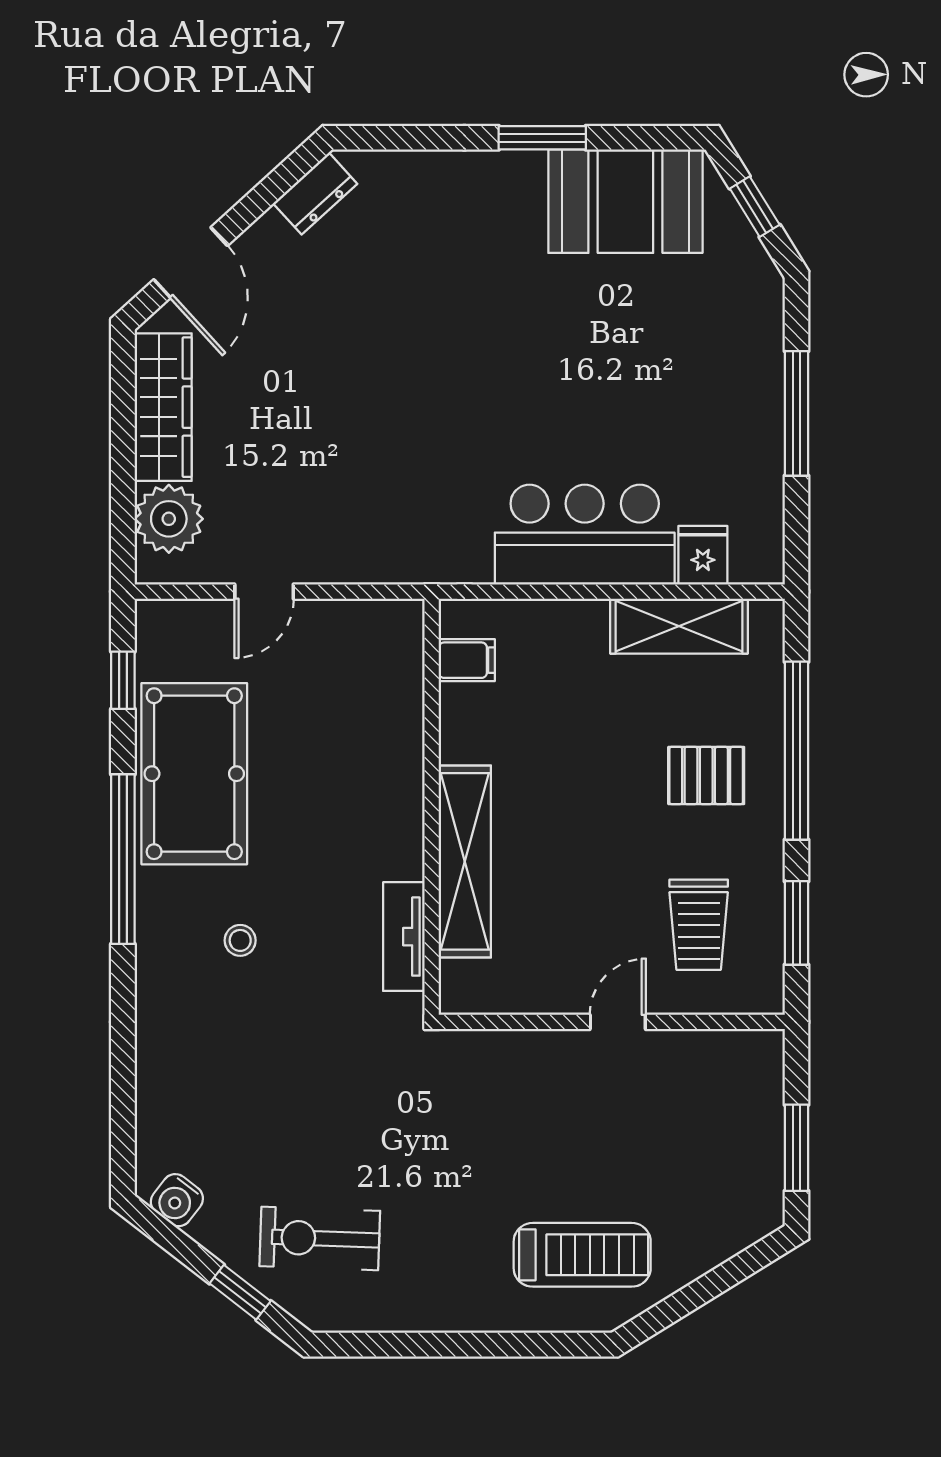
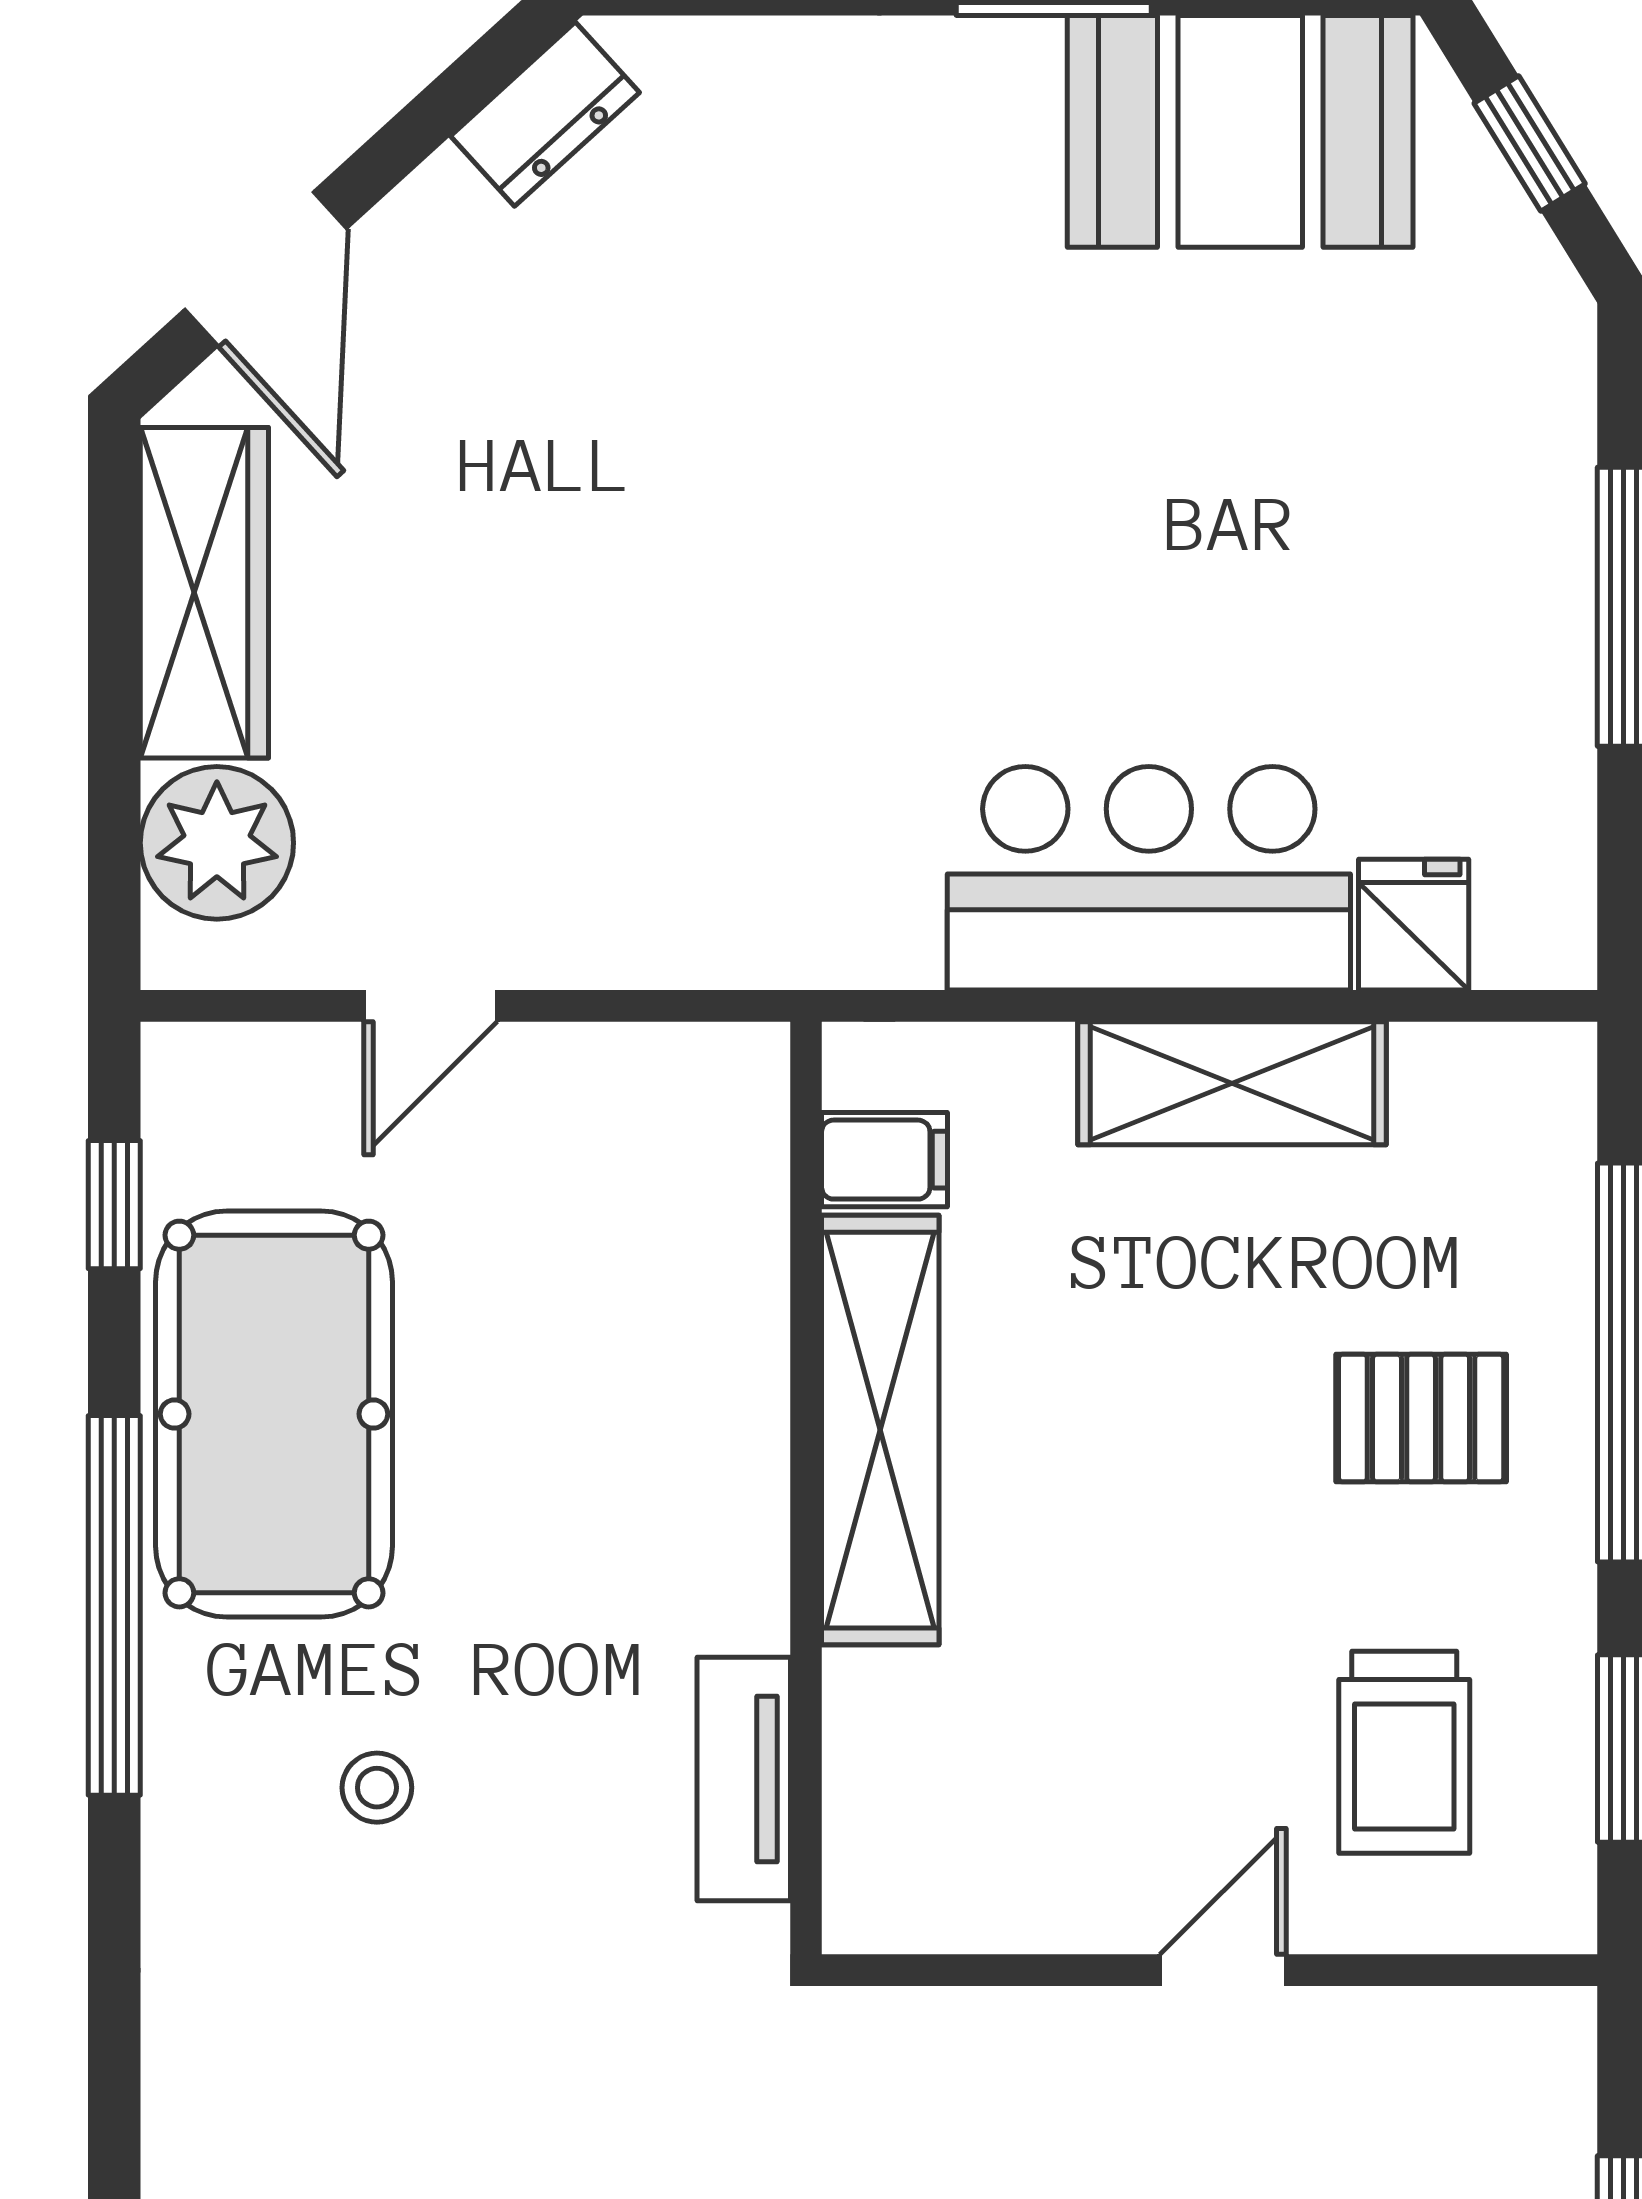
shelving: (679, 626) -> (1232, 1083), moved
shelving: (465, 861) -> (880, 1430), moved

